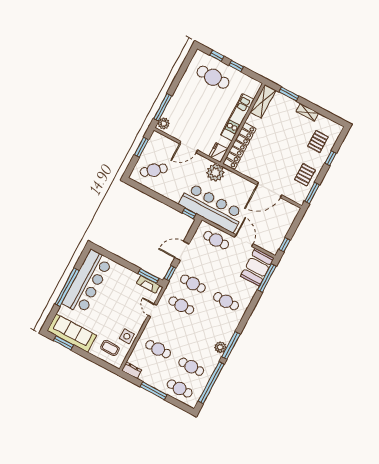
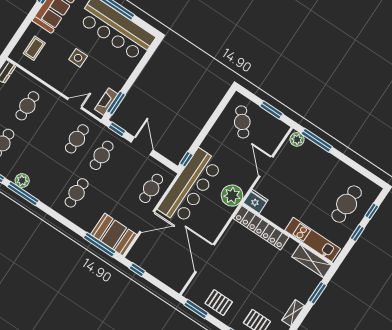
kitchen unit: (237, 117) -> (313, 240), moved
side table: (127, 336) -> (78, 58), moved

